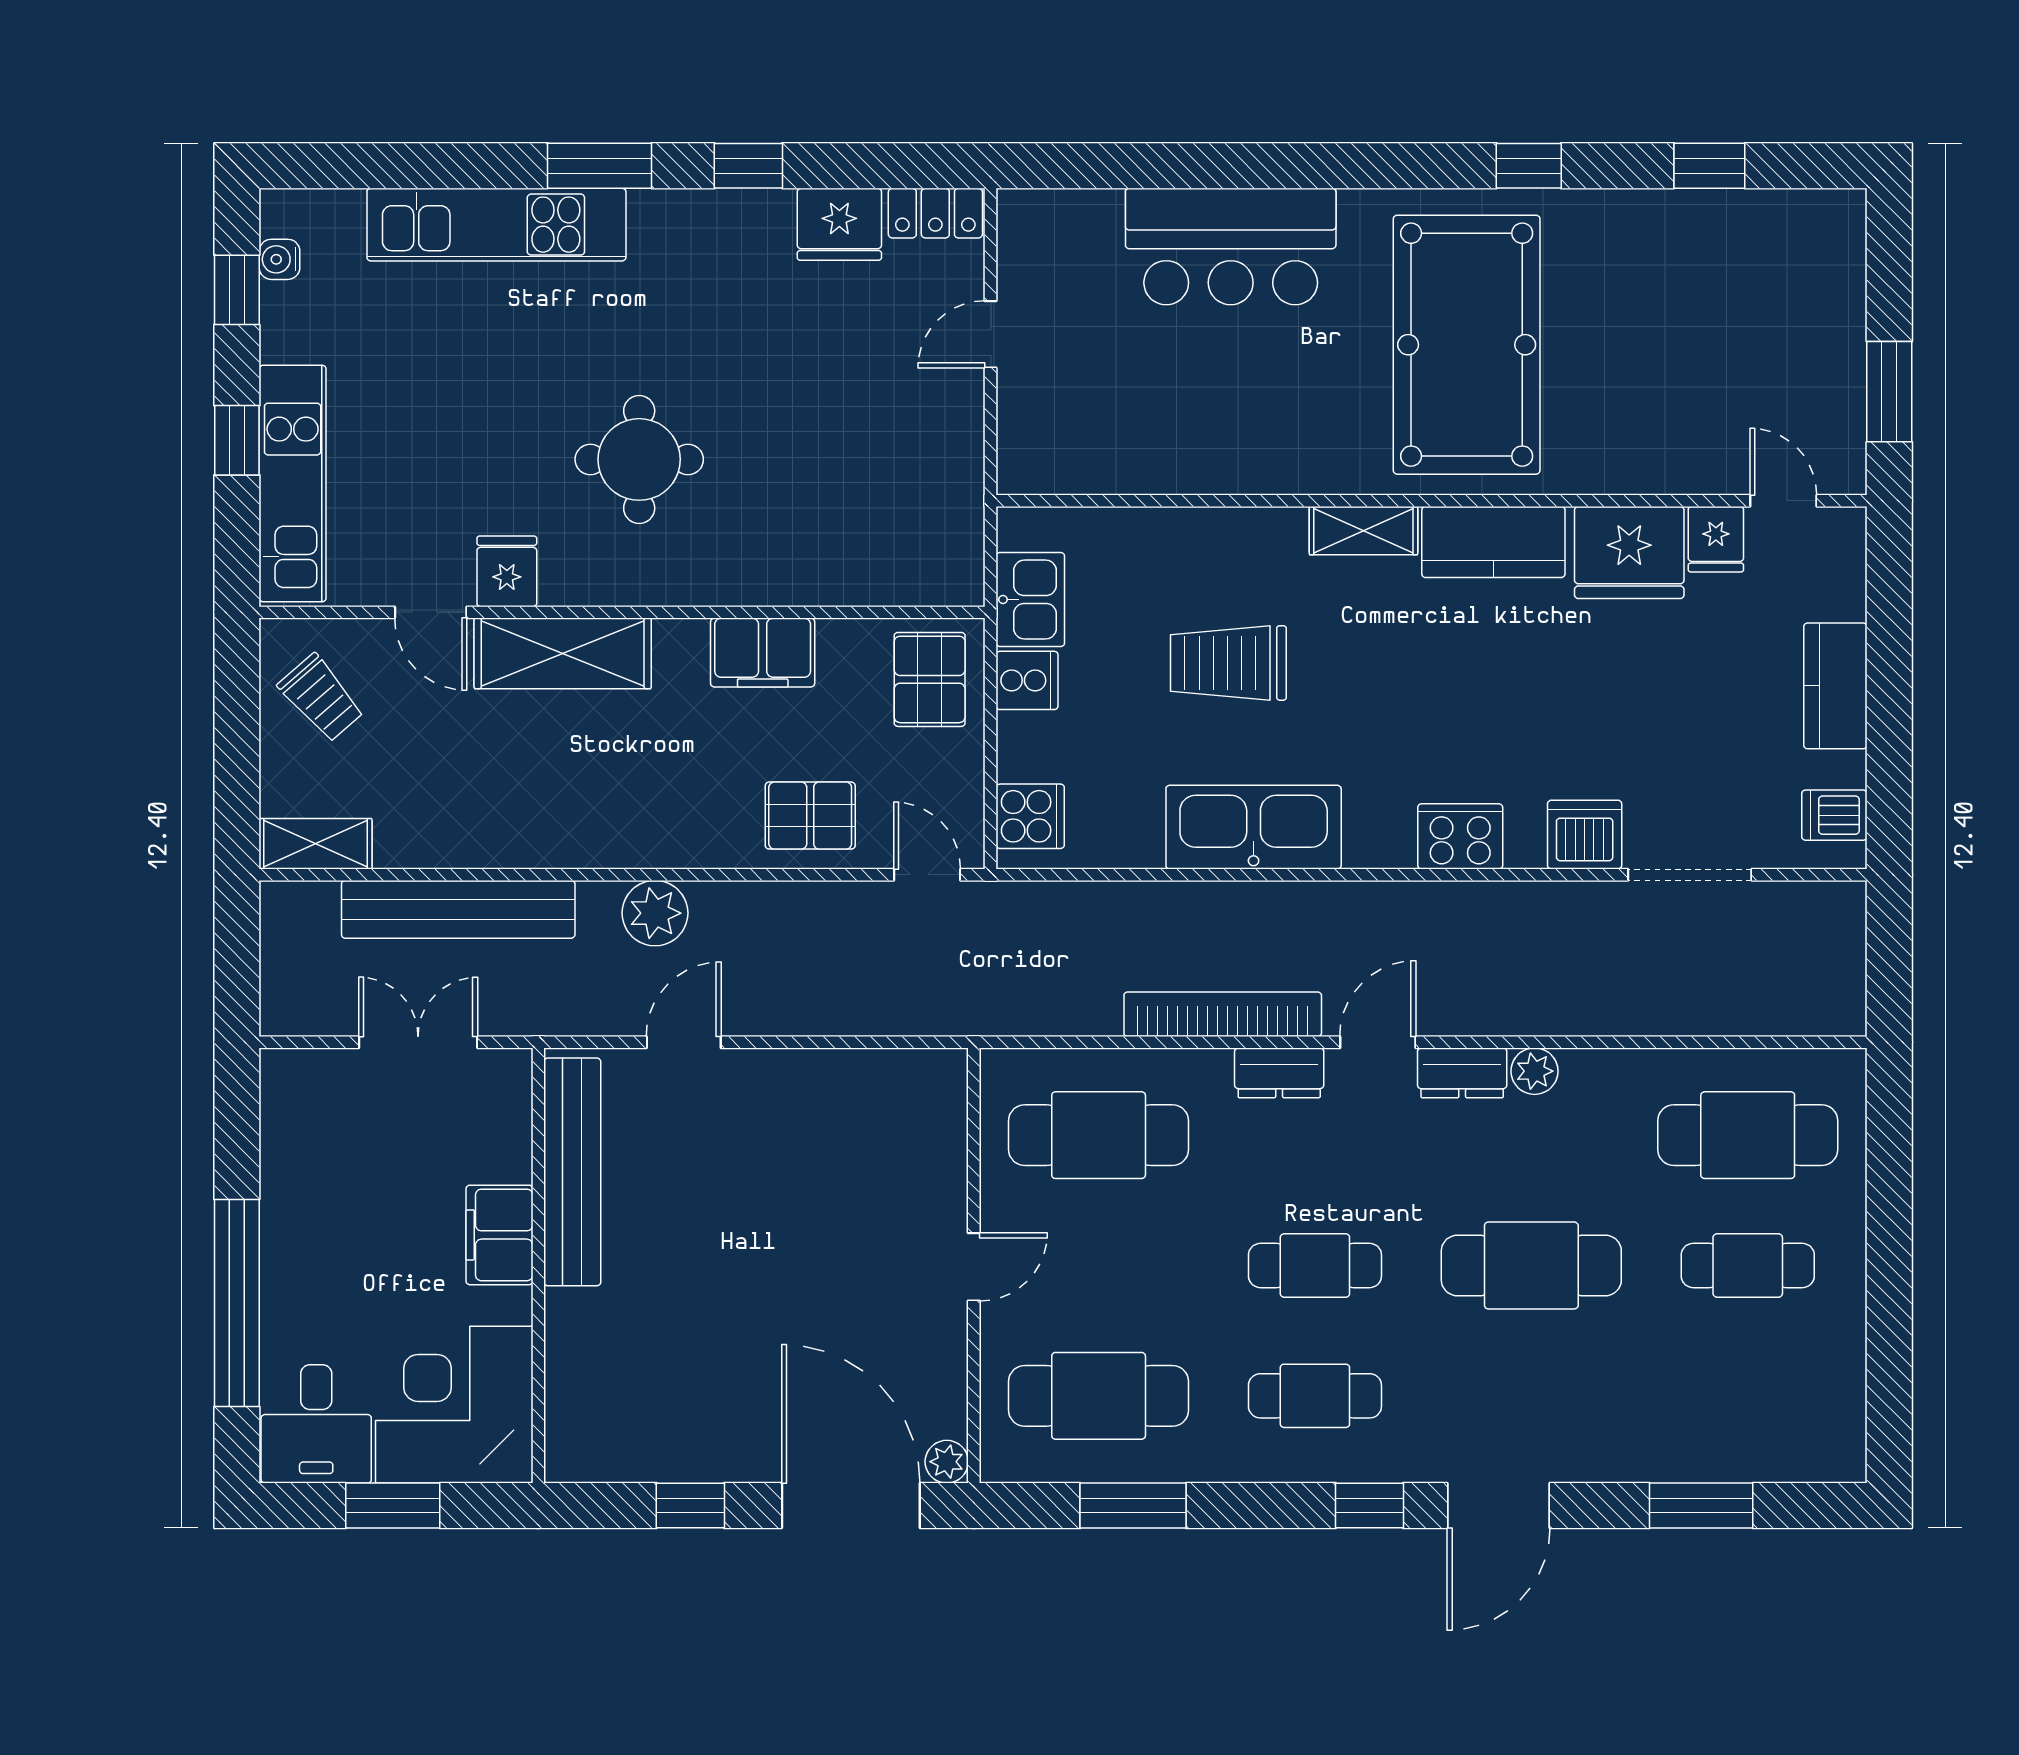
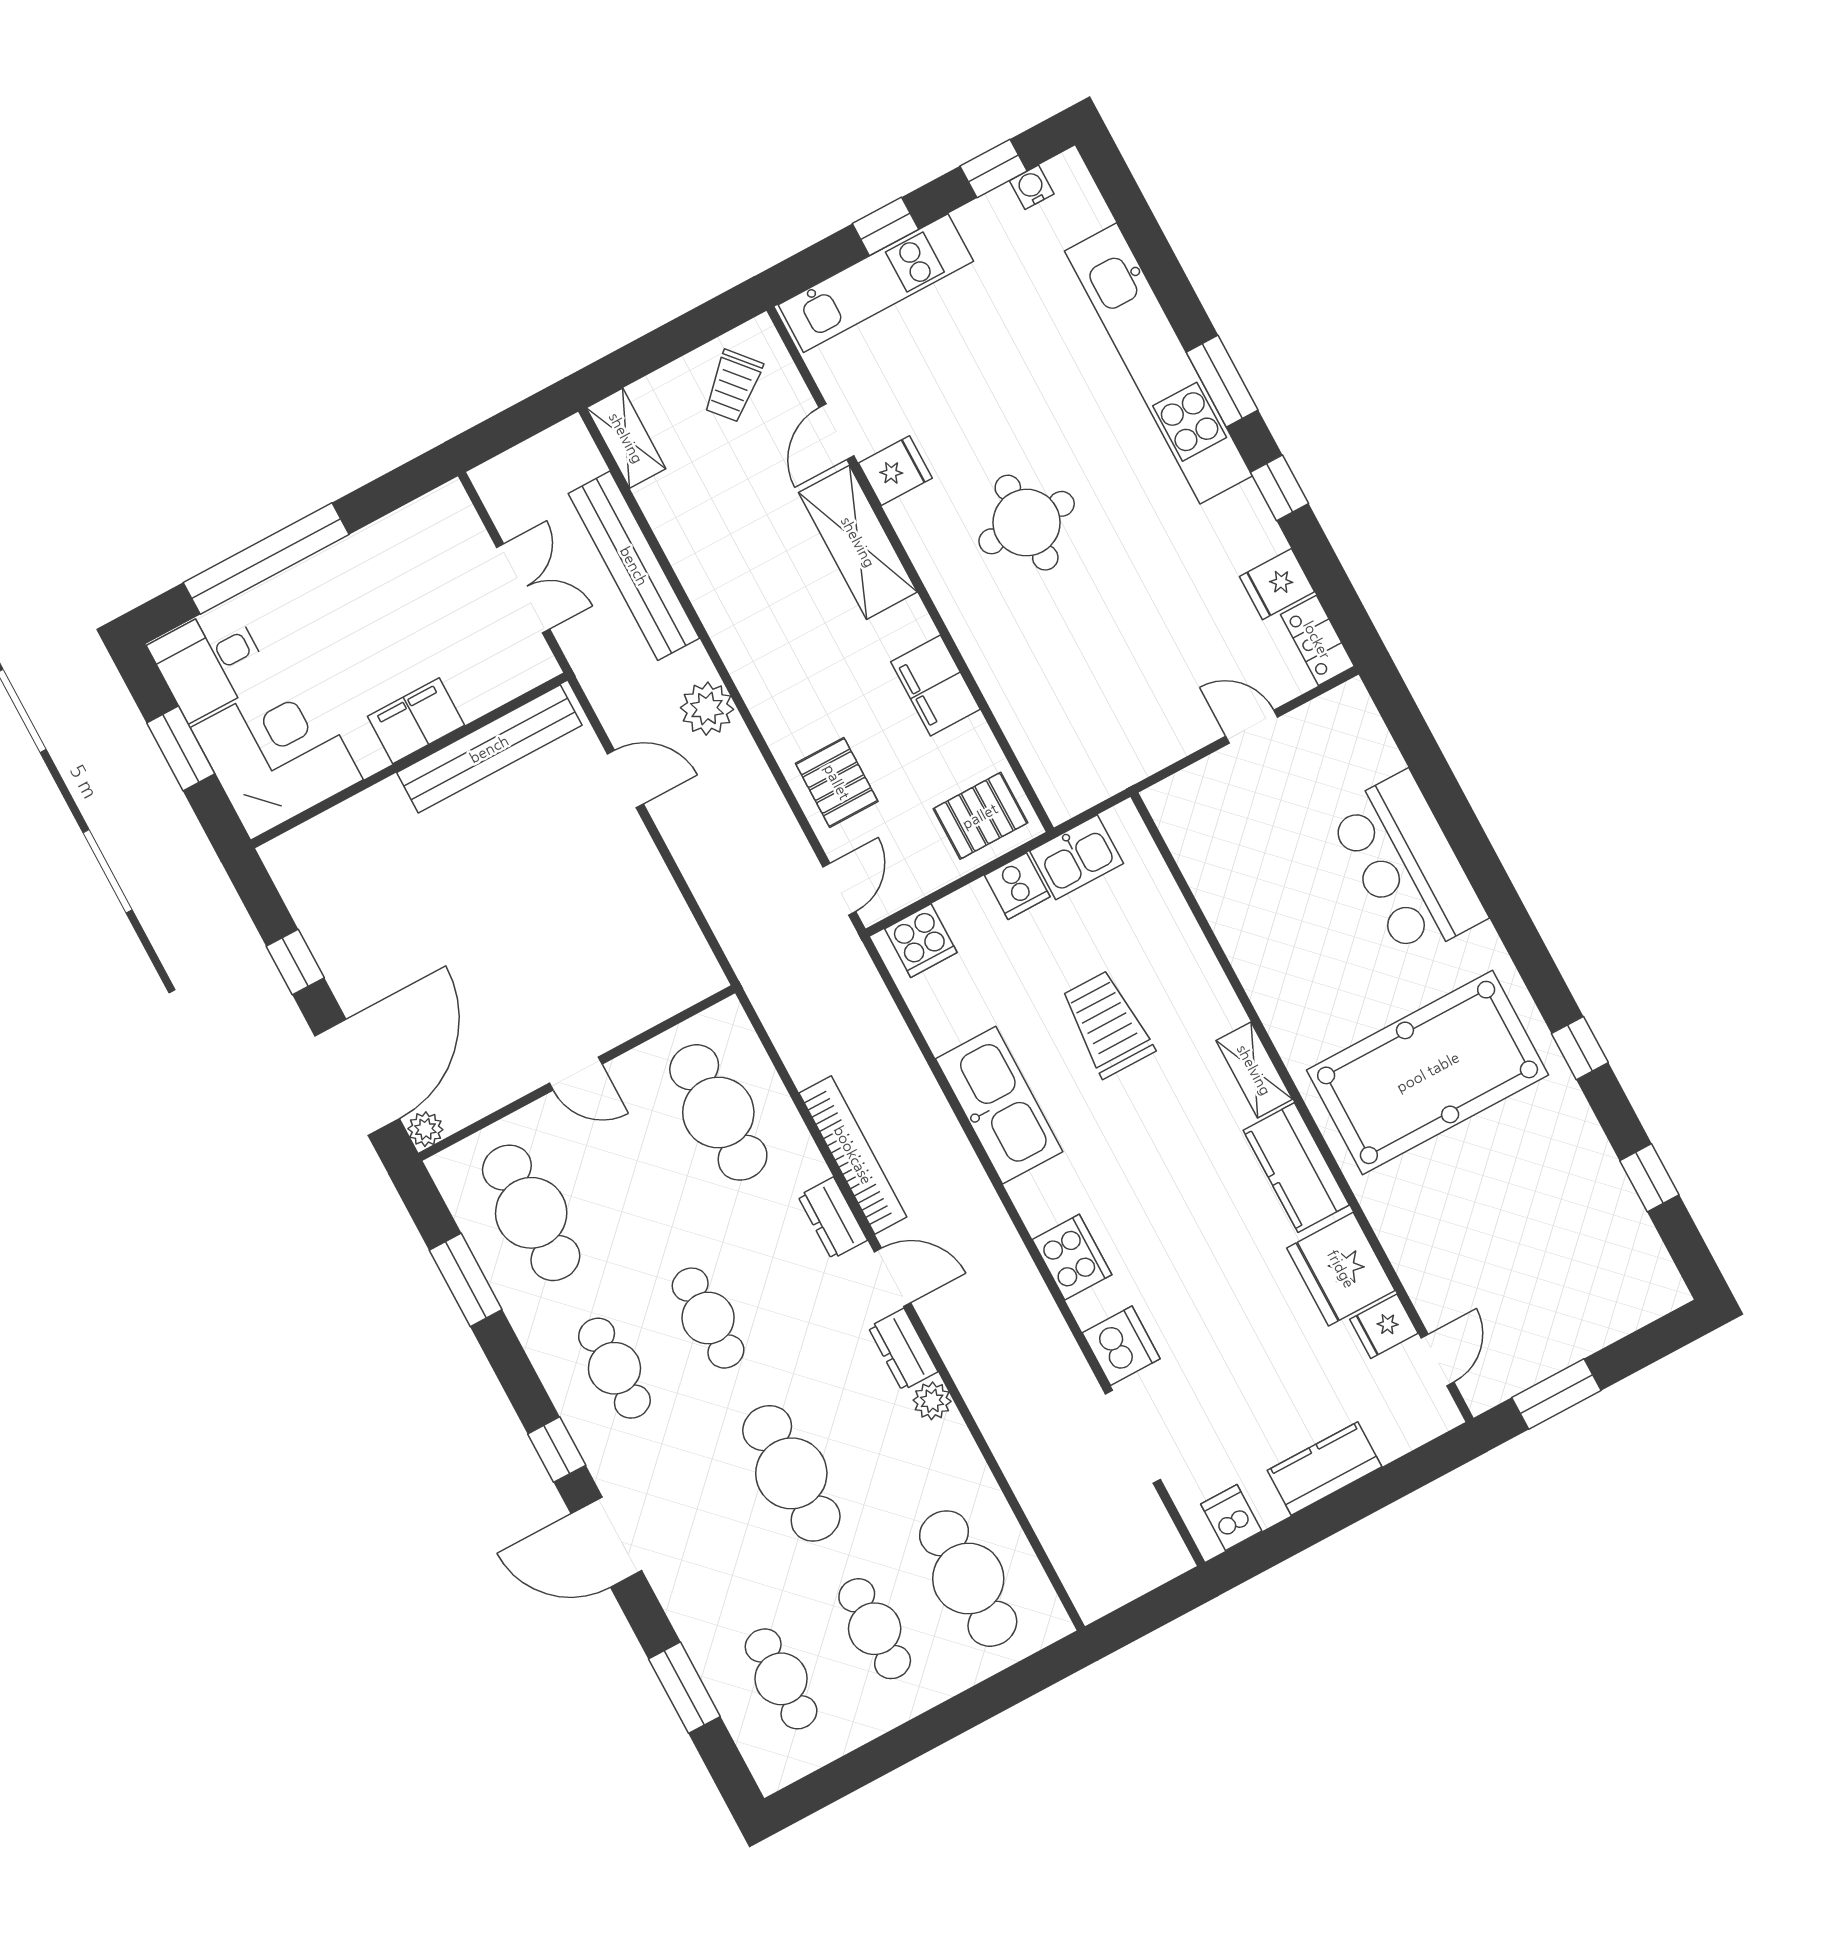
fridge: (839, 224) -> (1277, 584), width x0.72
kitchen unit: (496, 225) -> (1158, 363), width x1.36
cafe table: (1748, 1396) -> (781, 1679), added

